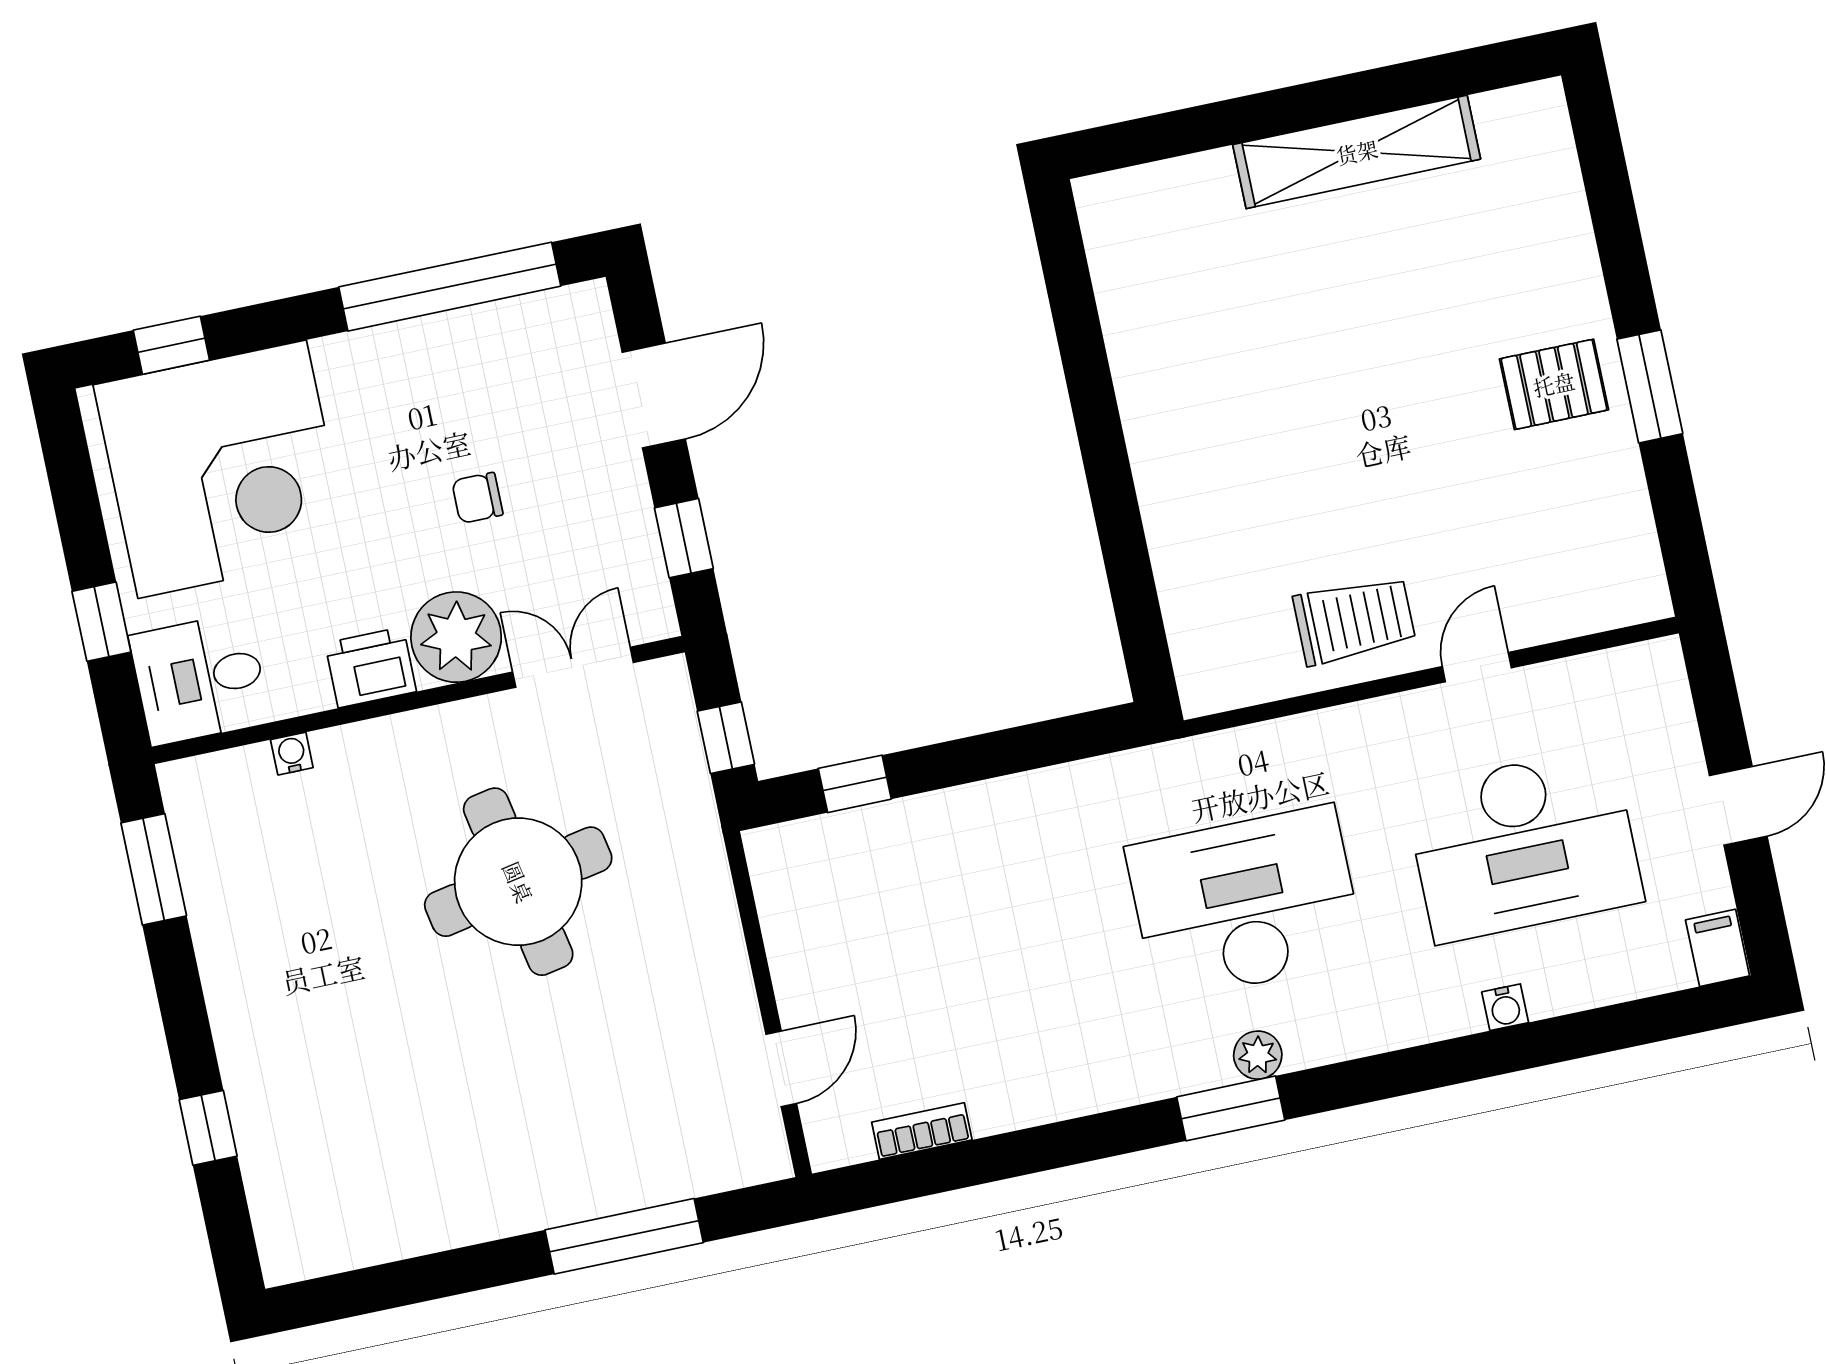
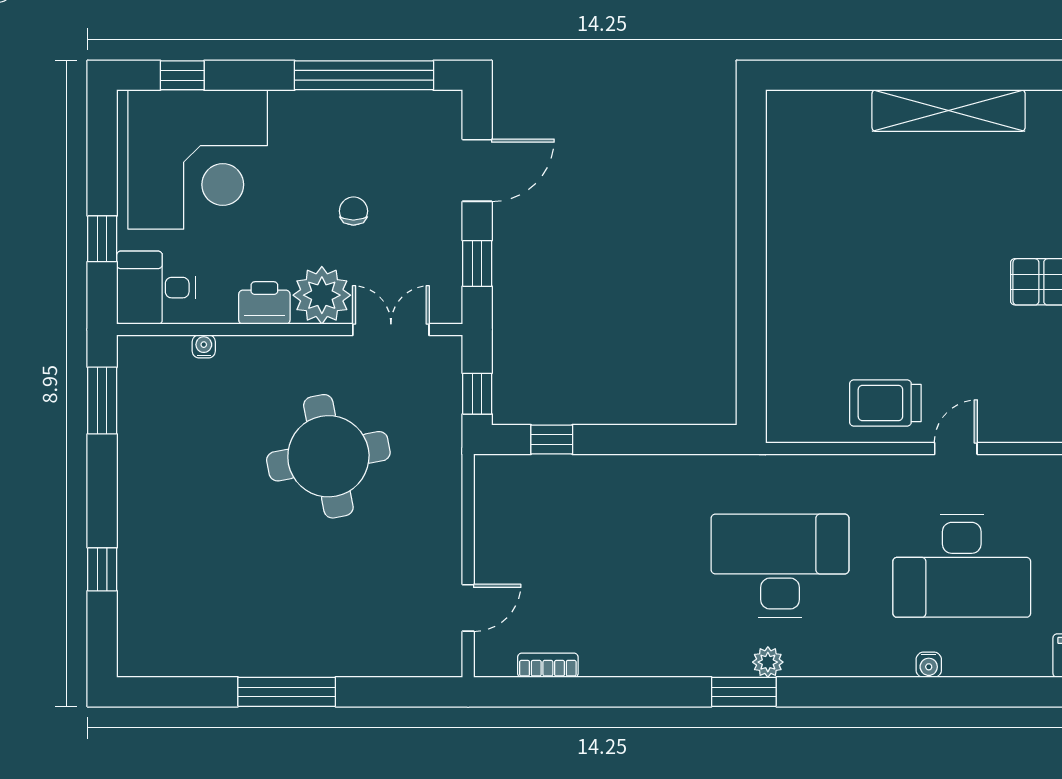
chair: (477, 498) -> (353, 211), turned 90
trolley: (1354, 620) -> (885, 403), turned 180
window: (624, 1236) -> (287, 692), moved

